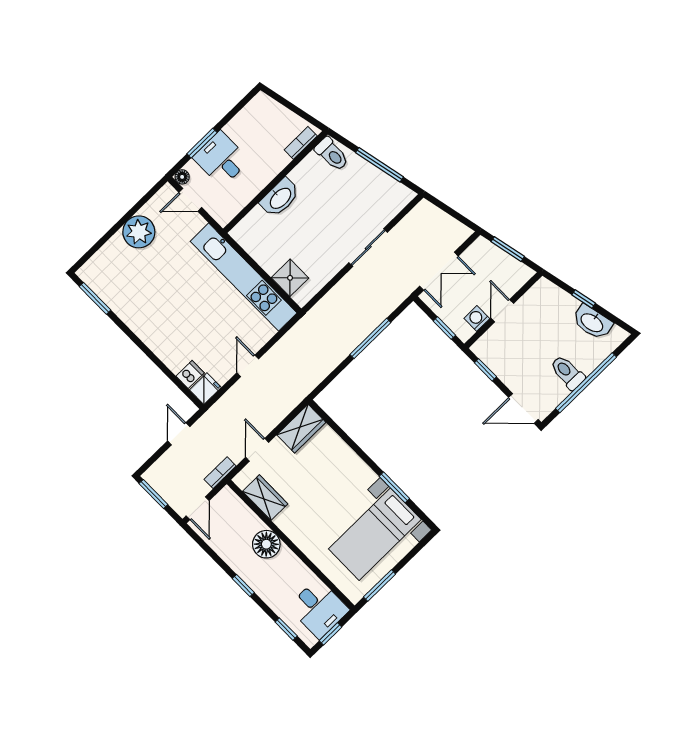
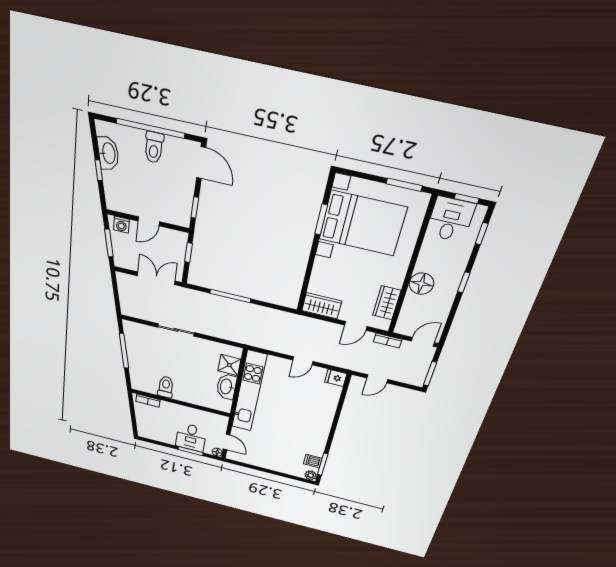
toilet: (332, 154) -> (166, 387), moved
washbasin: (280, 198) -> (226, 386), moved, turned -90
plant: (139, 232) -> (311, 475), moved, width x0.53, depth x0.53
washing machine: (477, 318) -> (121, 225), moved
dishwasher: (190, 374) -> (313, 461), moved
bed with nightstands: (375, 534) -> (363, 223), width x1.36

